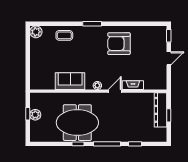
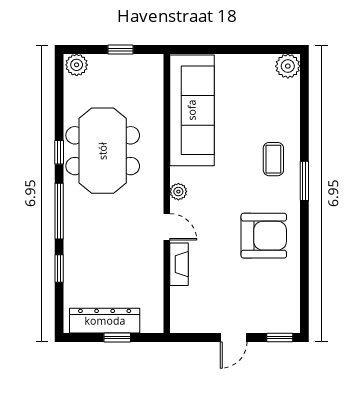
coffee table: (64, 35) -> (273, 159), moved
armchair: (119, 44) -> (264, 236), turned 90
door: (169, 58) -> (234, 337), hinge flipped
sofa: (70, 81) -> (192, 110), width x1.85, depth x1.27
dresser: (161, 110) -> (105, 321), moved
plant: (35, 115) -> (77, 65), moved

